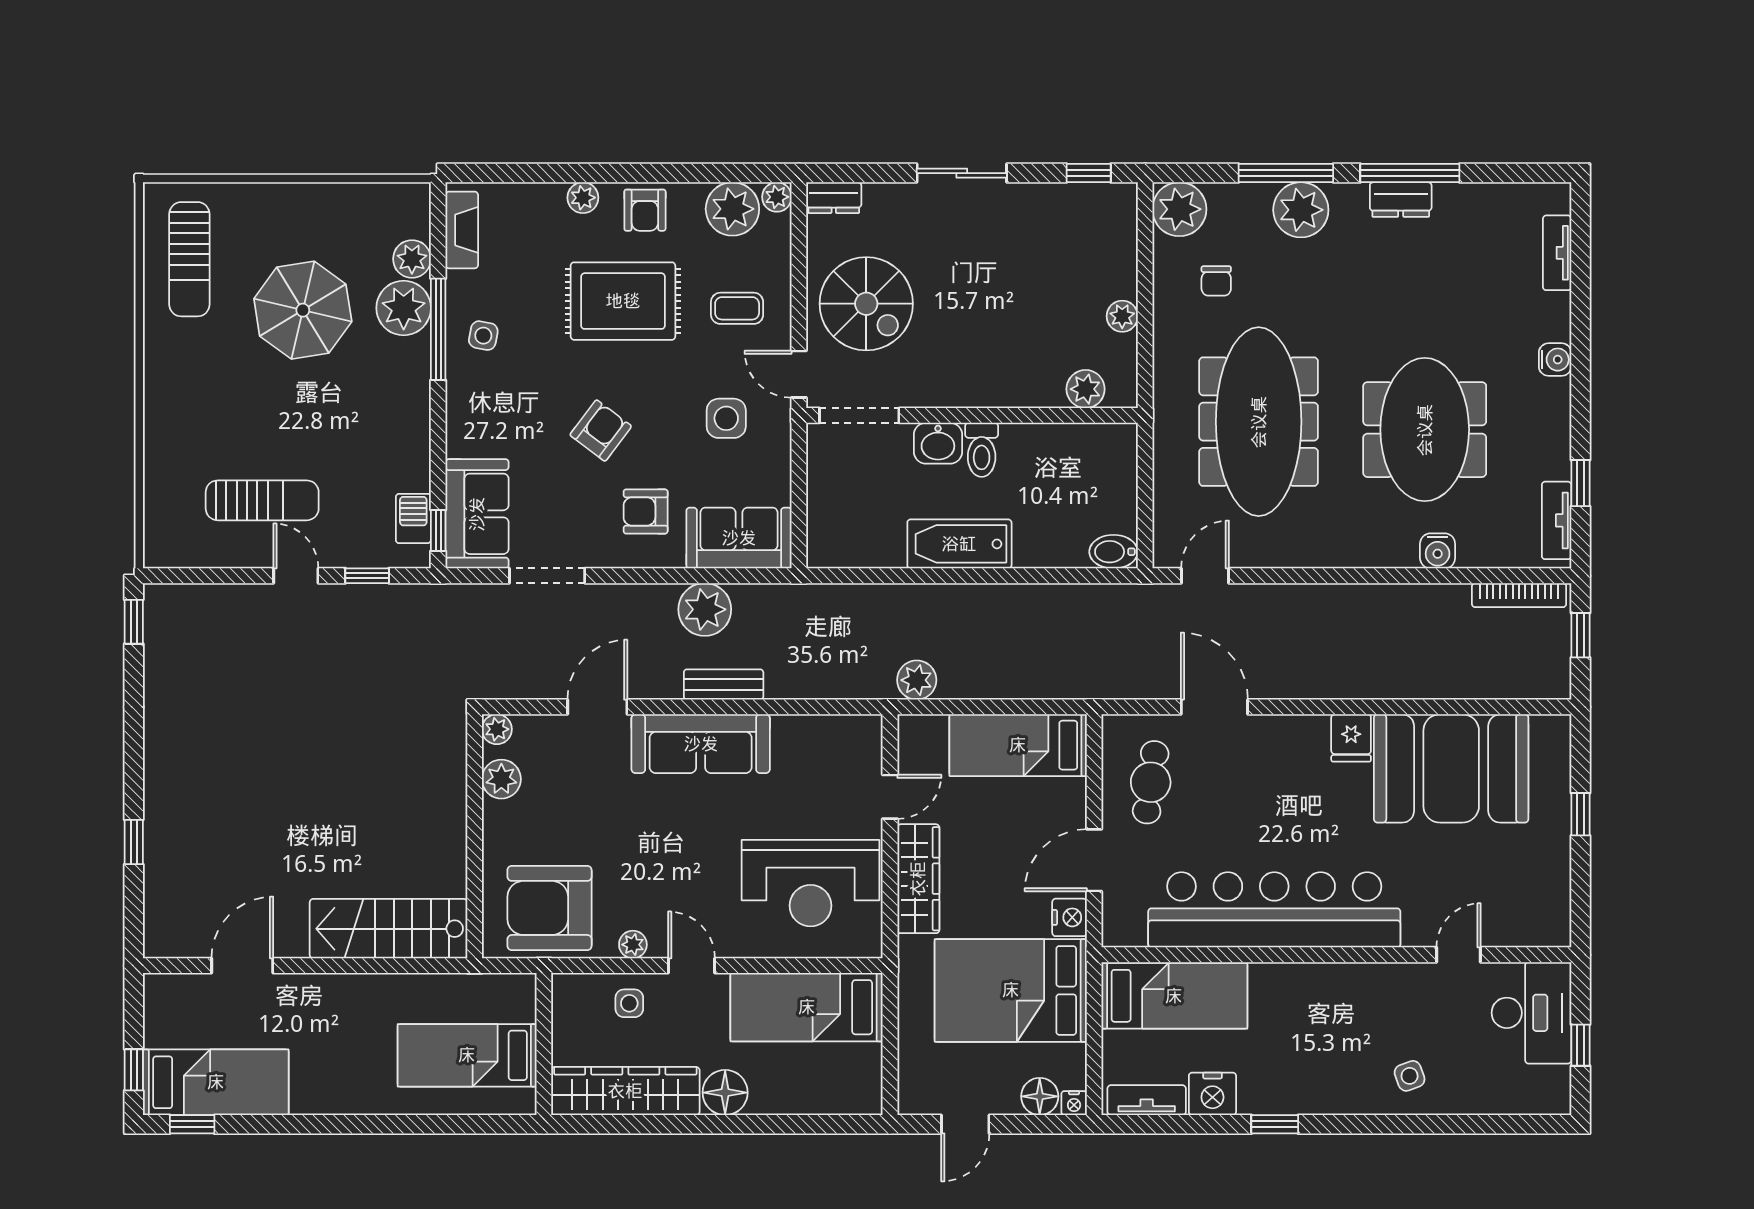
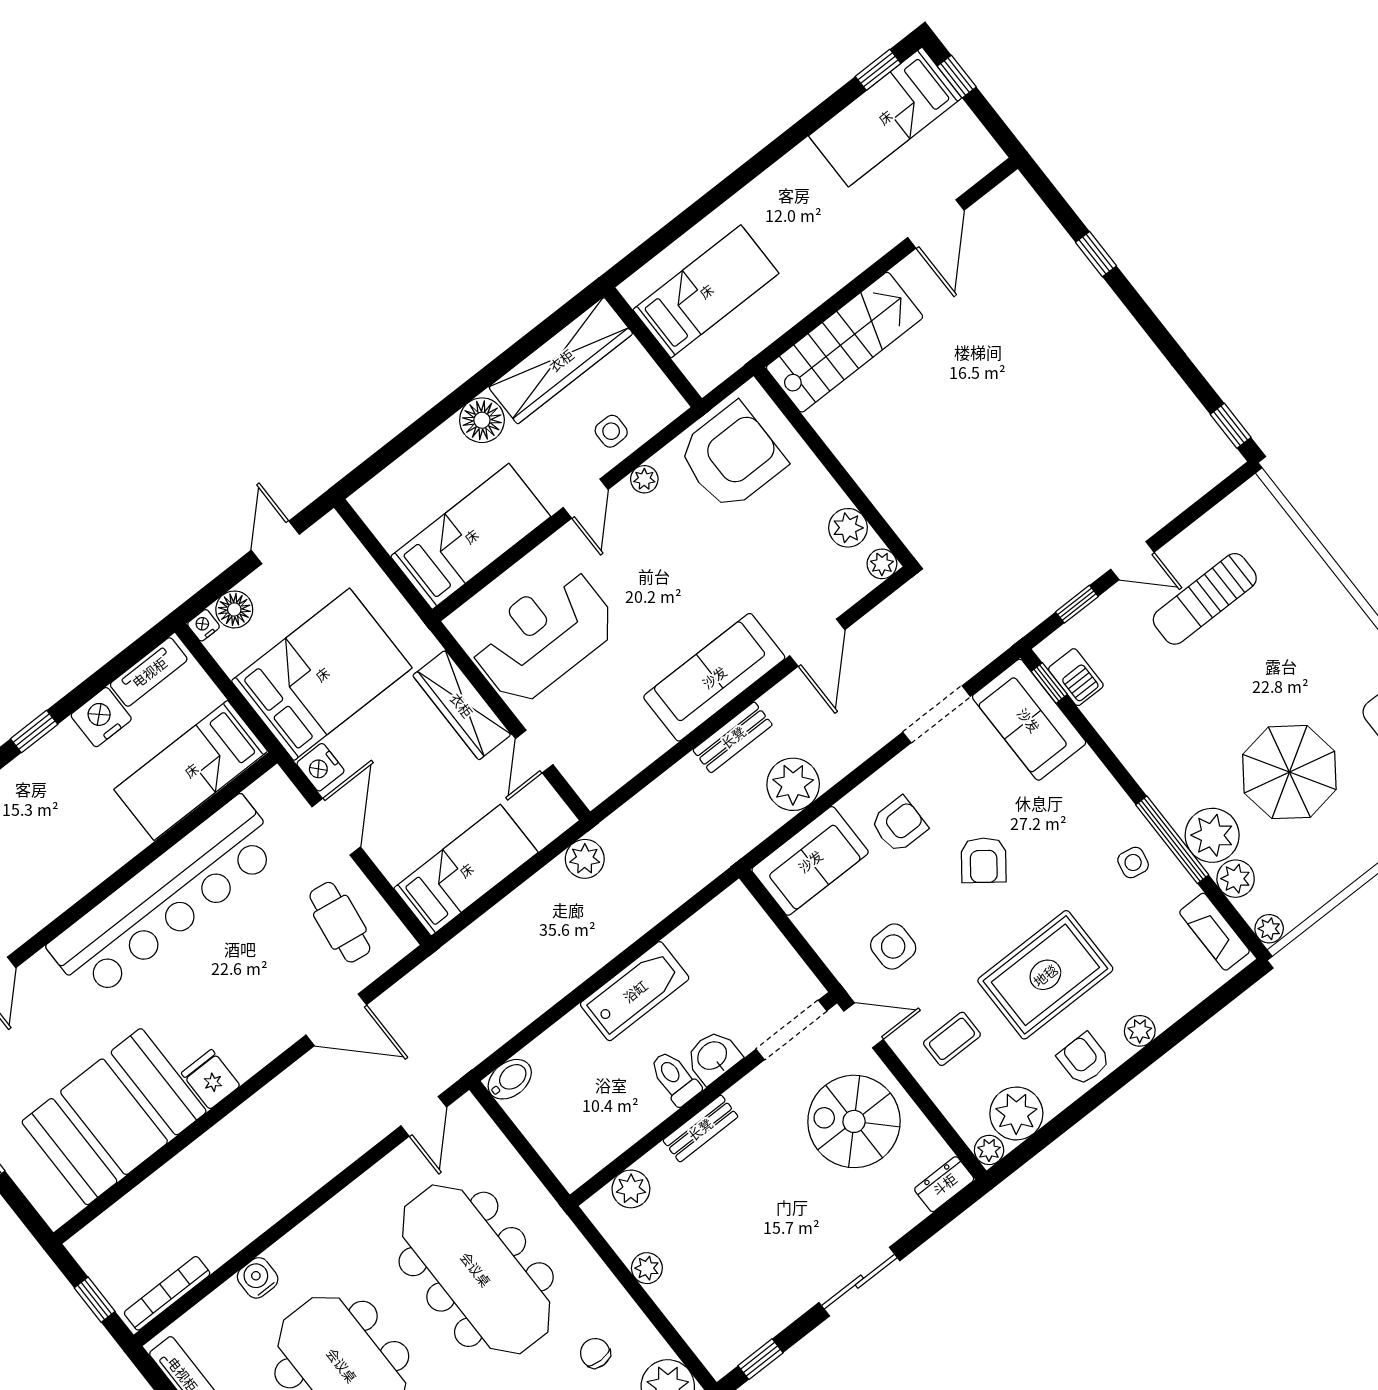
plant: (417, 198) -> (1269, 929), added
bench: (993, 394) -> (700, 1129), added
door: (691, 966) -> (586, 499), hinge flipped

